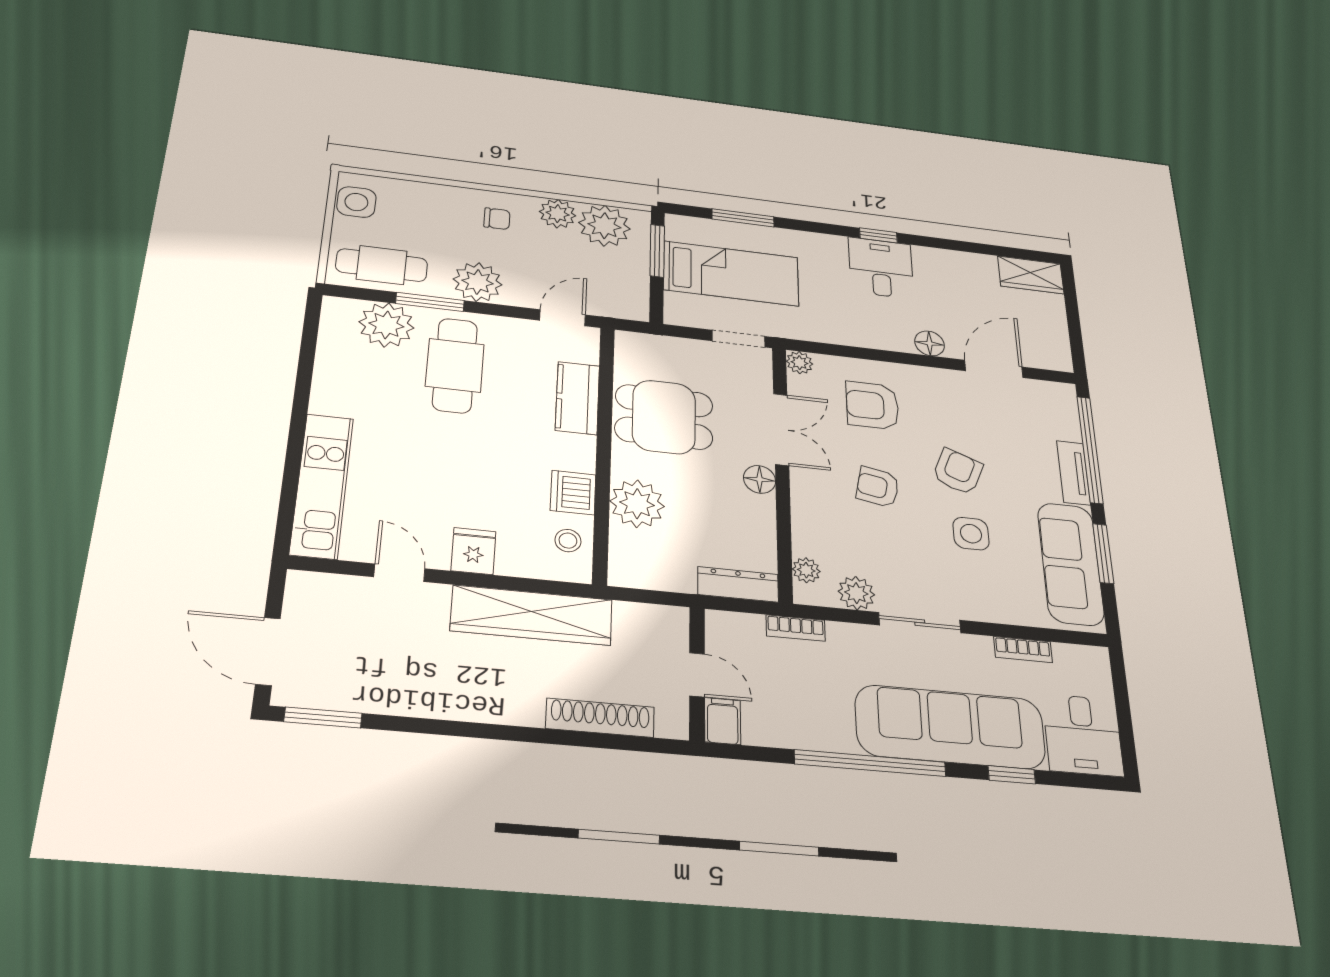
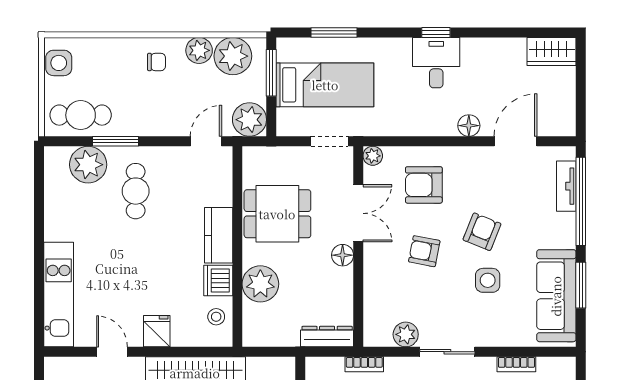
plant: (478, 282) -> (249, 120), moved
cafe table: (455, 365) -> (136, 191), width x0.73, depth x0.74
kitchen counter: (577, 398) -> (219, 235), moved
tv unit: (1073, 473) -> (566, 186), moved
plant: (806, 570) -> (373, 321), removed

